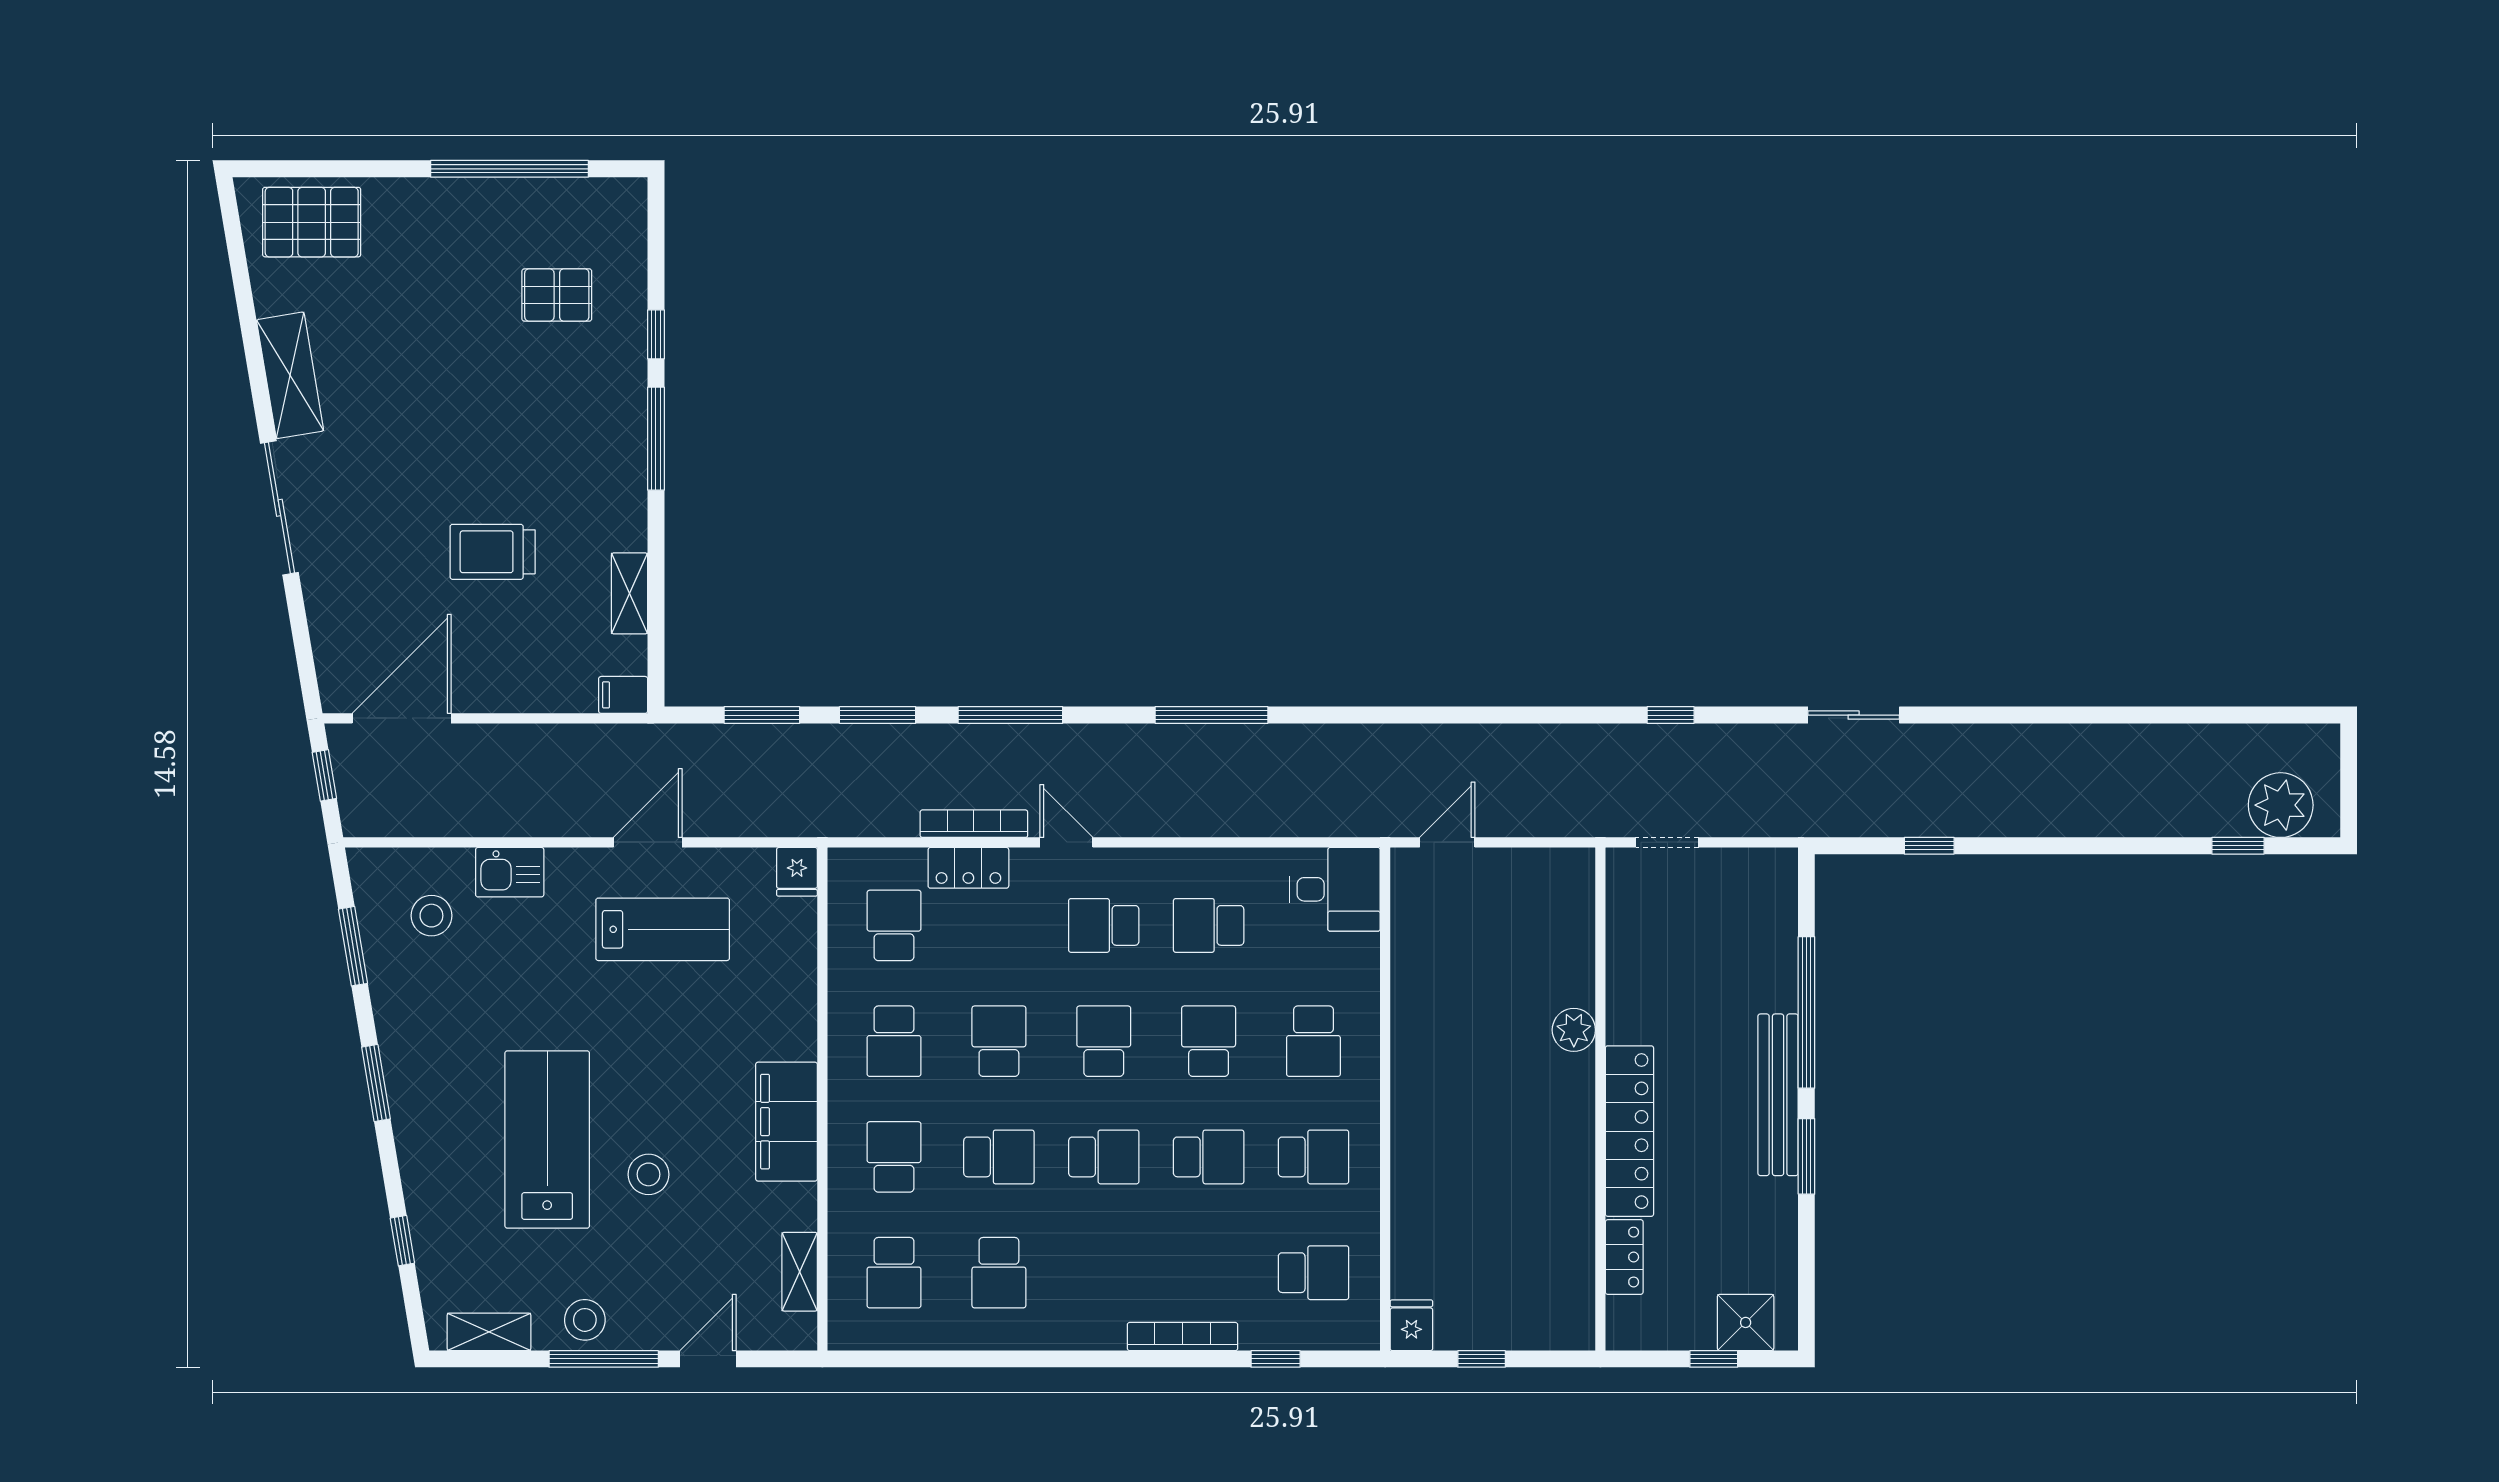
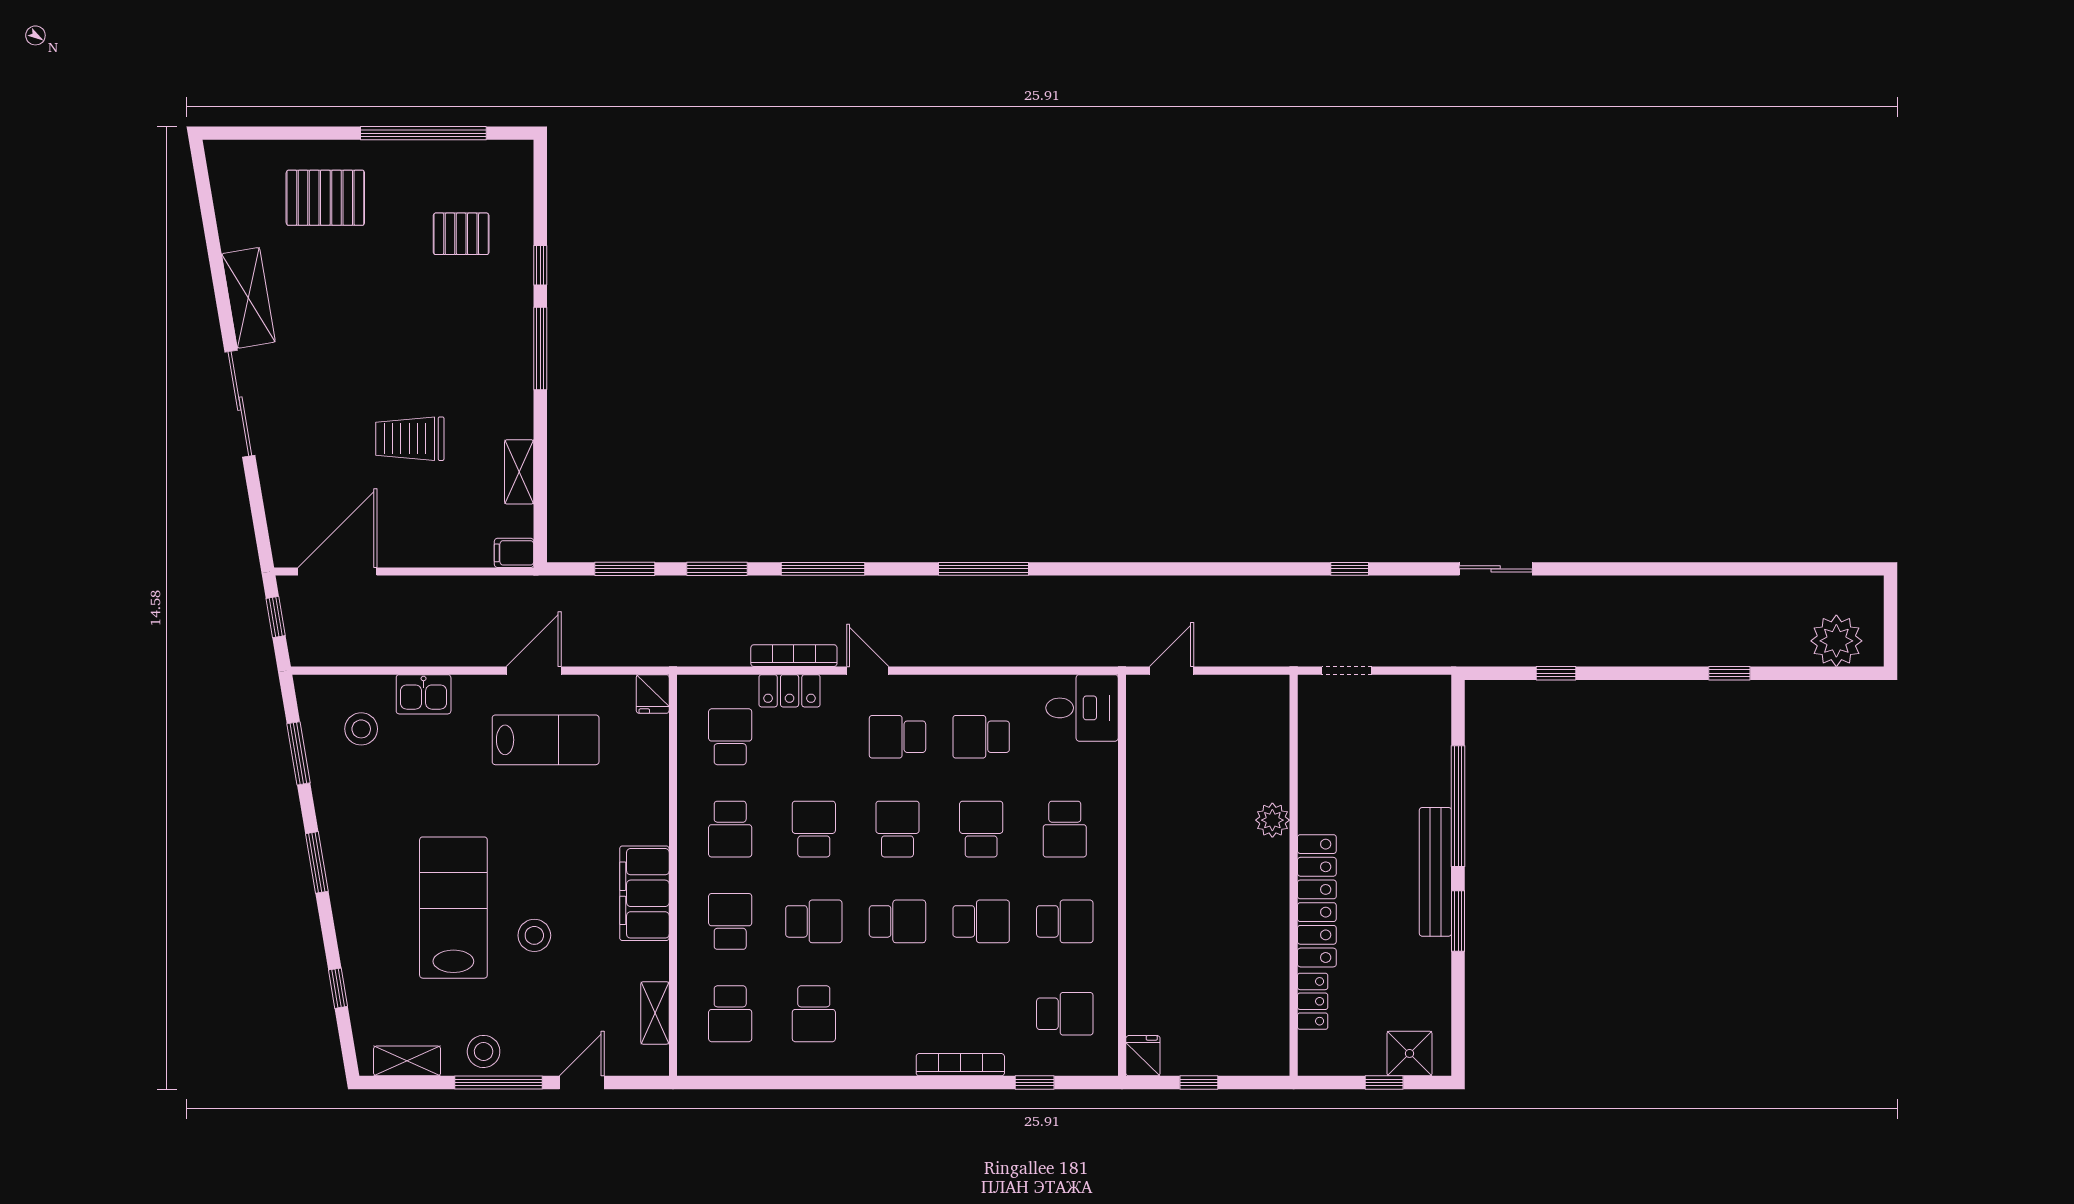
pallet: (312, 222) -> (325, 198), moved
window: (2238, 846) -> (1729, 673), moved

